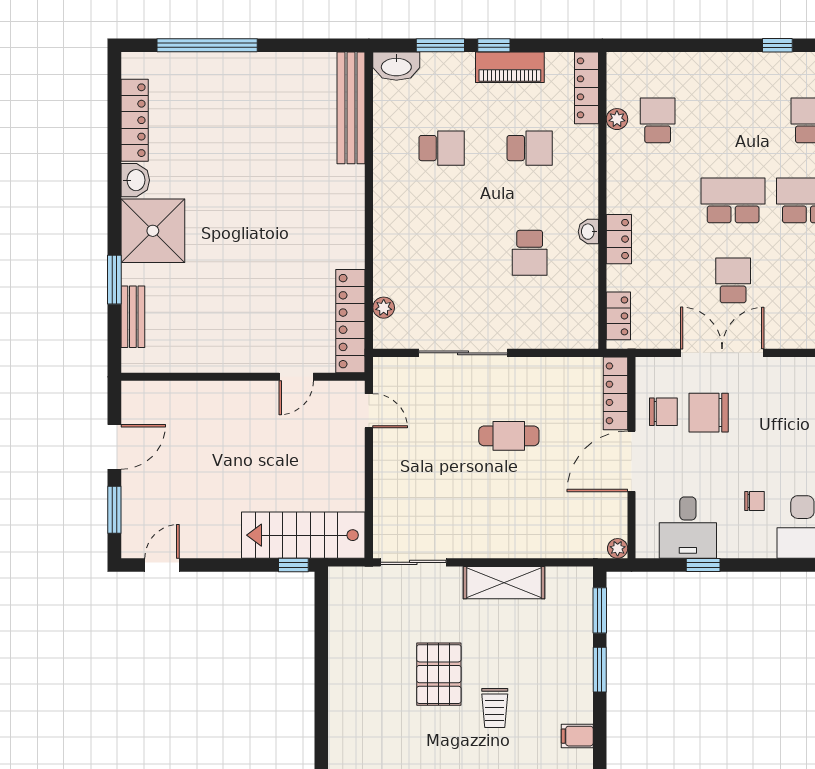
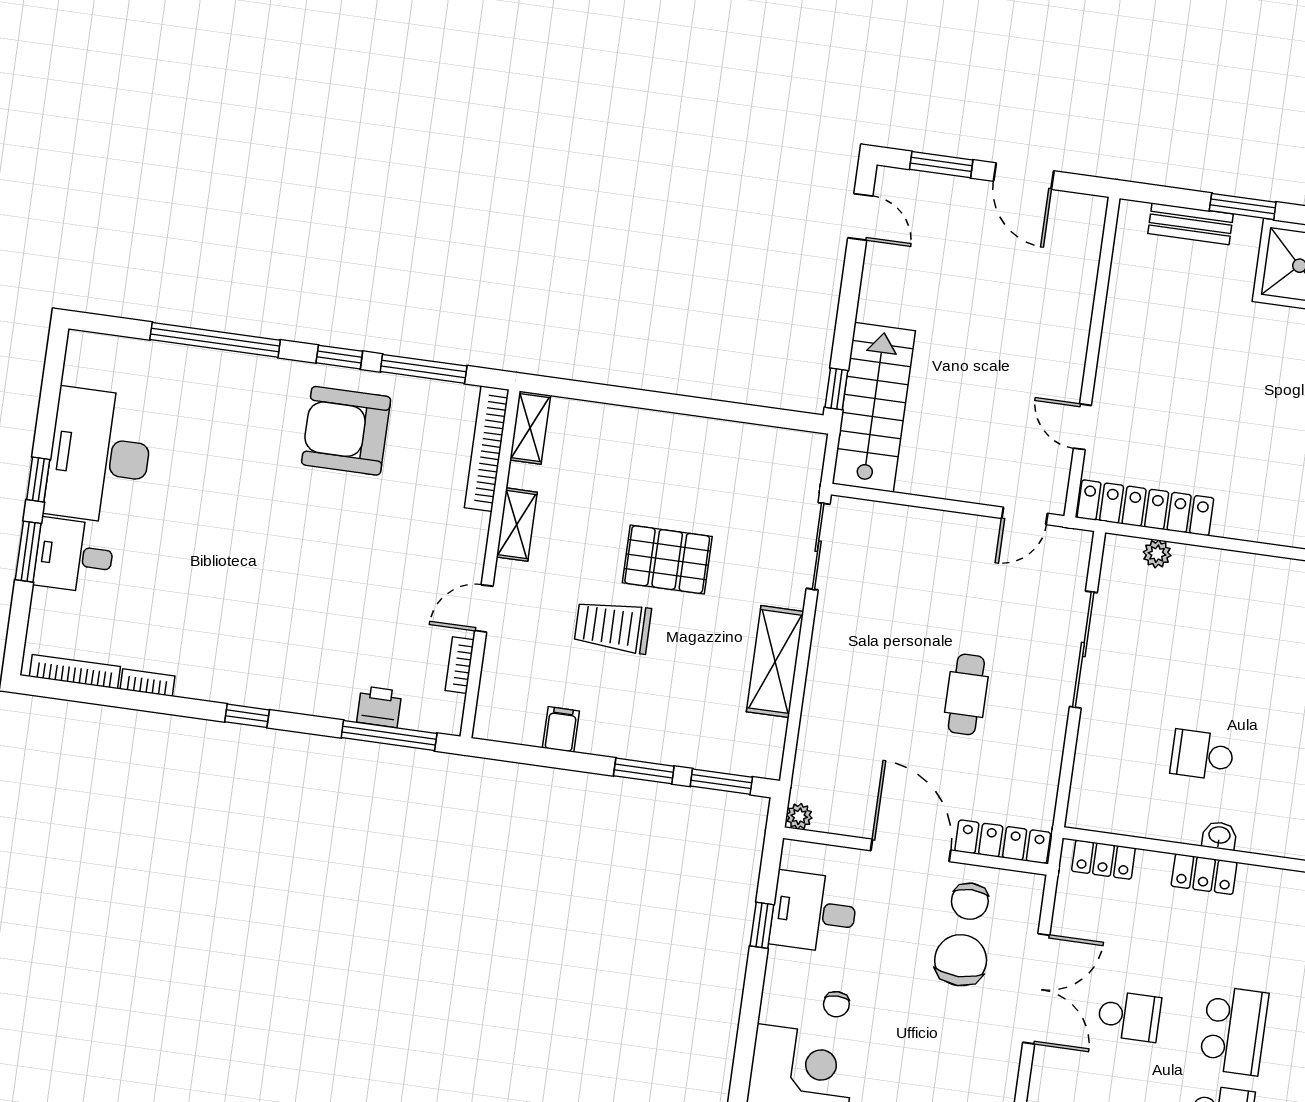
trolley: (495, 708) -> (613, 627), width x1.36, depth x1.39

